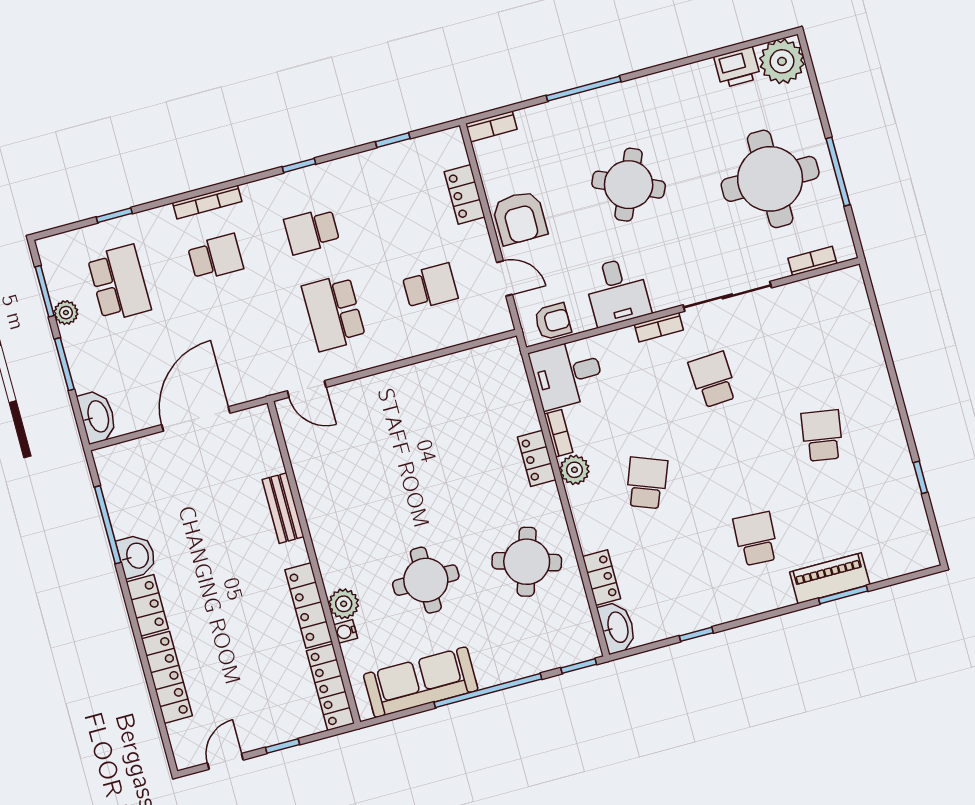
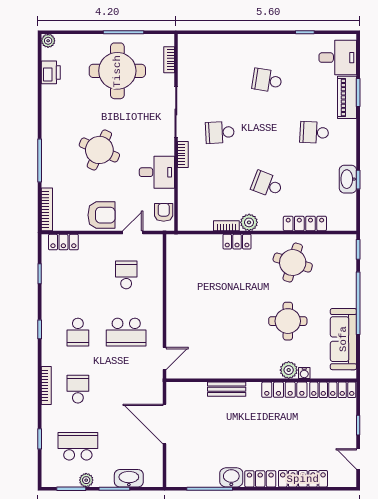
plant: (782, 61) -> (48, 41), width x0.53, depth x0.53
bookcase: (491, 126) -> (47, 209), width x1.56
locker: (465, 194) -> (63, 242), moved
desk: (567, 374) -> (338, 58), moved, turned -90
washbasin: (97, 417) -> (129, 478), moved
locker: (602, 578) -> (305, 224), width x1.53
washbasin: (617, 627) -> (348, 179), moved, turned -90

